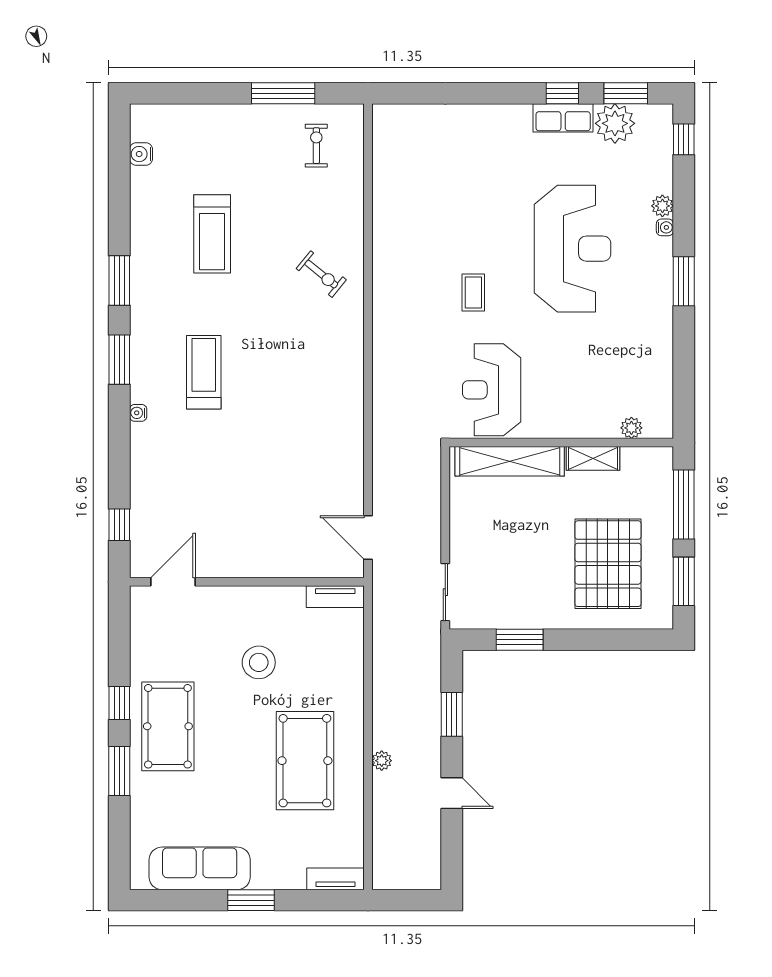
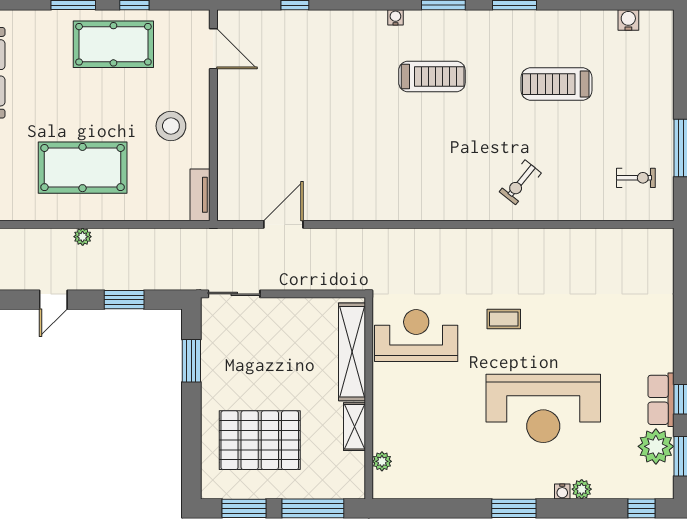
door: (173, 582) -> (213, 49), moved
wall: (247, 582) -> (213, 115), moved
tv unit: (335, 597) -> (200, 195), moved

